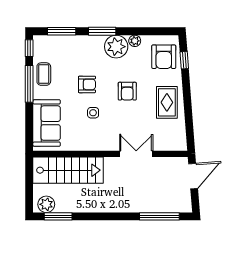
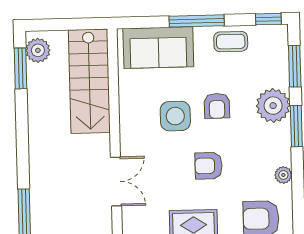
plant: (116, 47) -> (273, 106), moved
window: (29, 84) -> (197, 21), moved
side table: (93, 113) -> (175, 116), width x1.87, depth x1.87

